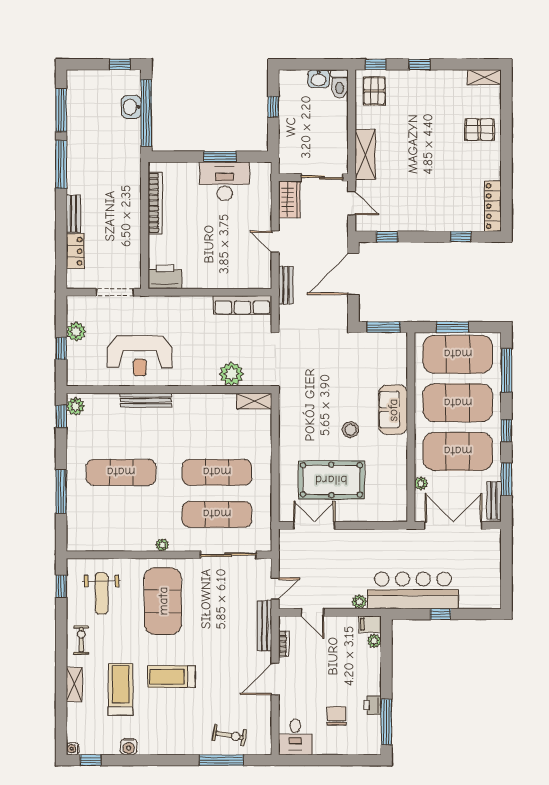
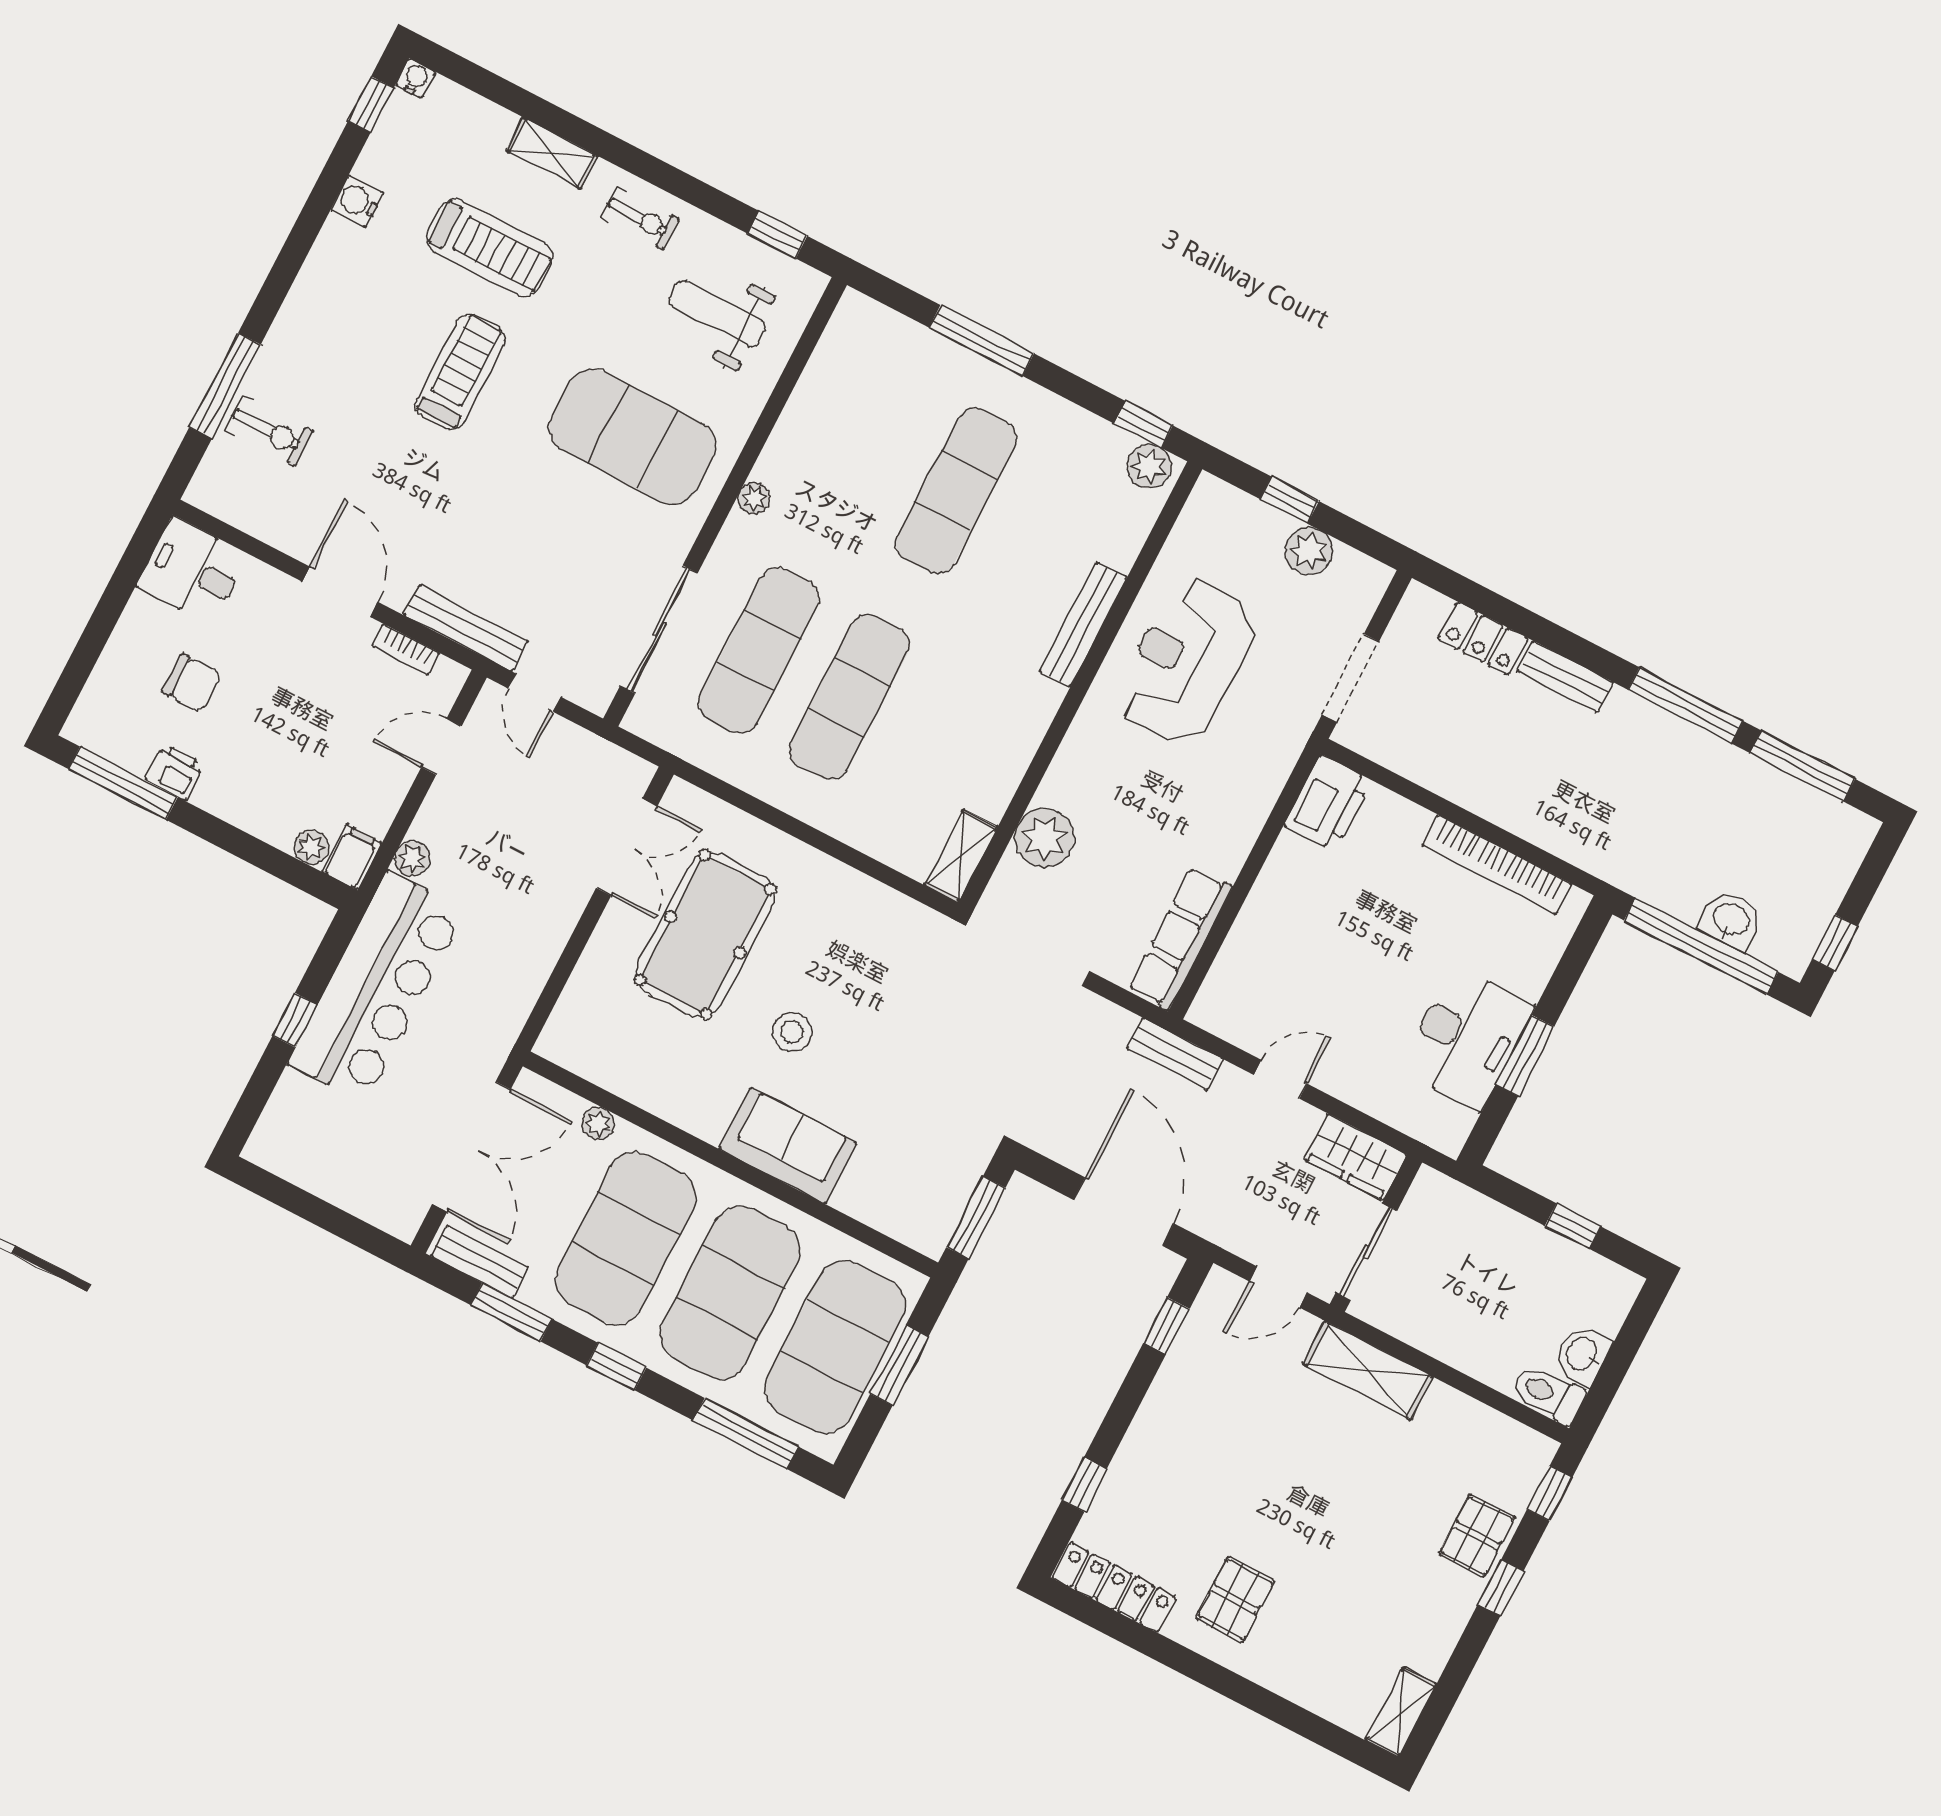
pallet: (374, 91) -> (1477, 1536), moved, turned 90
pallet: (479, 129) -> (1235, 1599), moved
exercise bike: (229, 735) -> (269, 431), turned -100

